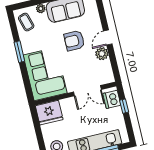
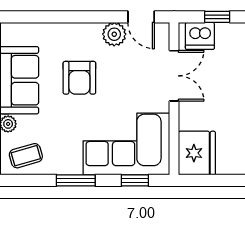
door: (108, 37) -> (141, 17), moved
window: (27, 83) -> (135, 180), added

